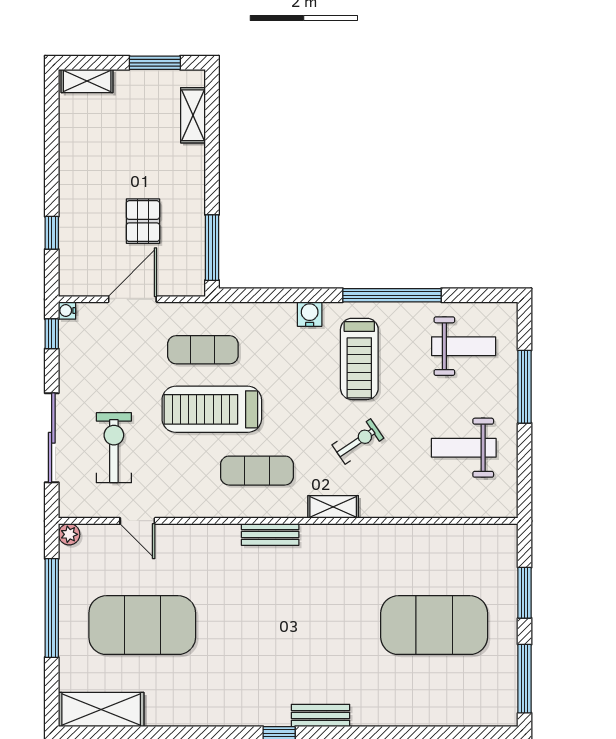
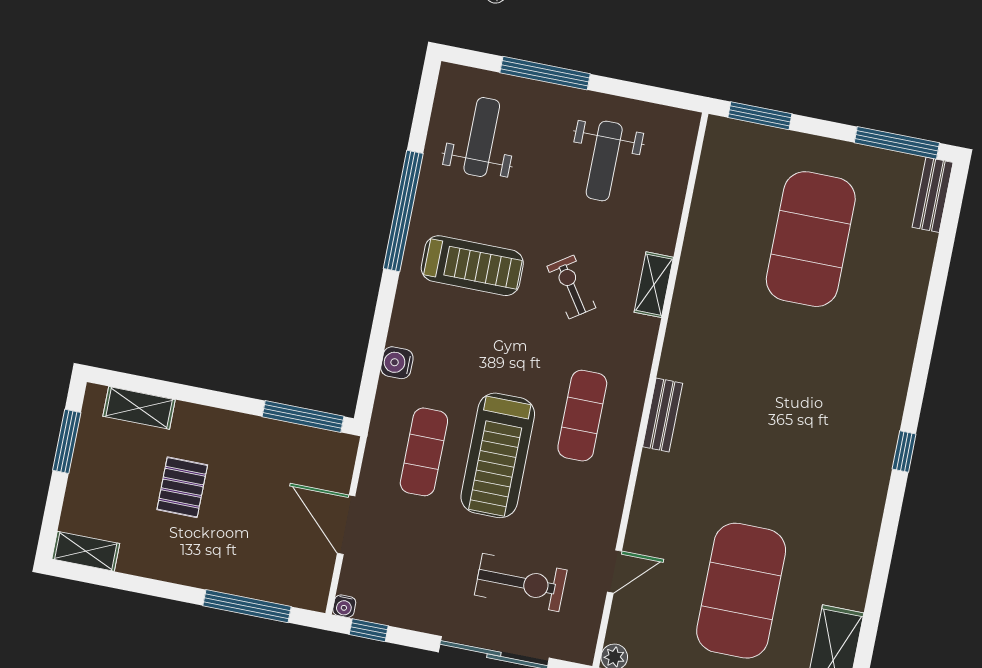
shelving: (87, 81) -> (86, 551), moved, turned 90
pallet: (143, 221) -> (182, 487), moved, turned 90
window: (52, 233) -> (247, 606), width x2.17
water cooler: (310, 314) -> (397, 363), moved
exercise bike: (114, 448) -> (521, 582), turned 180
shelving: (333, 507) -> (654, 285), moved
window: (525, 593) -> (760, 116), moved
bench: (320, 715) -> (933, 195), moved

